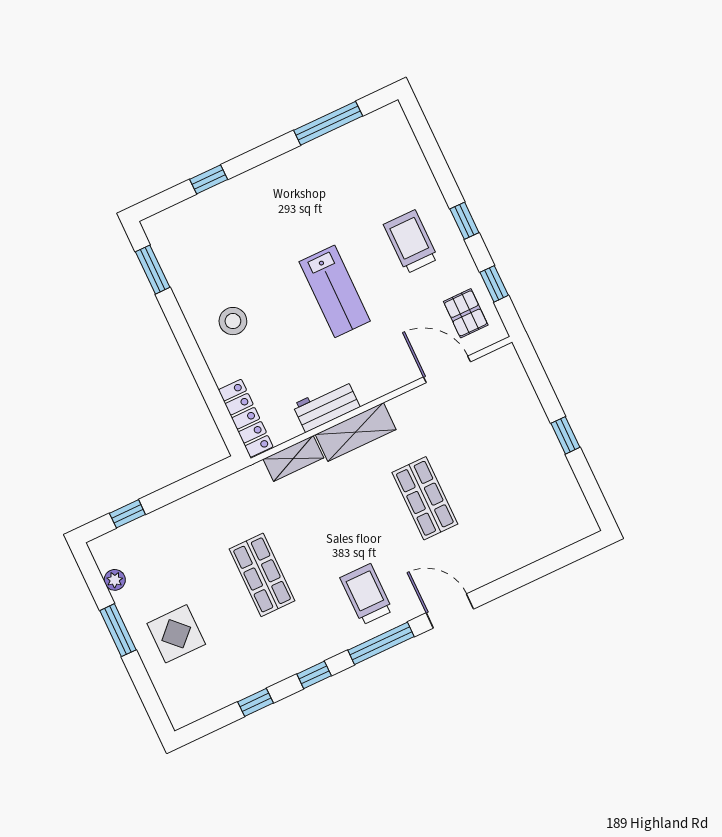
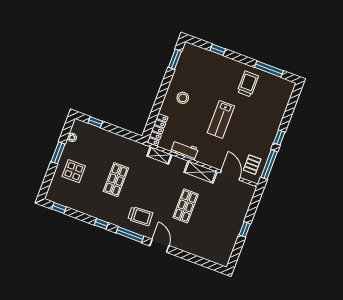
trolley: (411, 242) -> (248, 84), moved
window: (494, 284) -> (269, 165), width x2.17
shelving: (356, 432) -> (201, 172), moved
trolley: (366, 594) -> (140, 216), turned 87
window: (255, 702) -> (59, 208), moved

